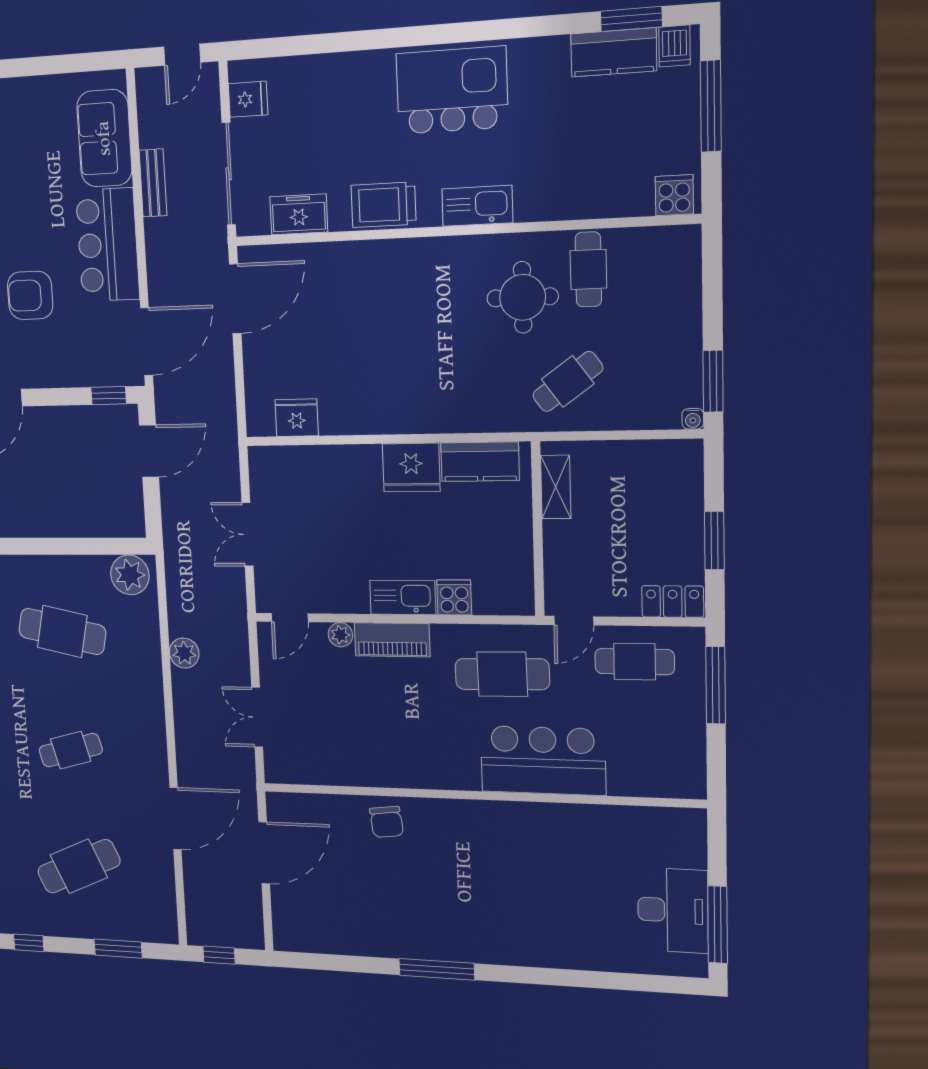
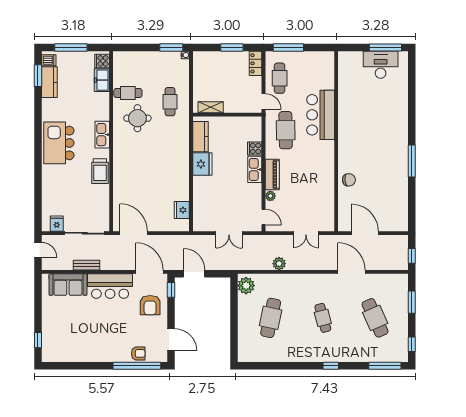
freezer: (299, 214) -> (102, 80), moved
armchair: (30, 295) -> (150, 305), moved
cafe table: (568, 382) -> (170, 102), turned 36

